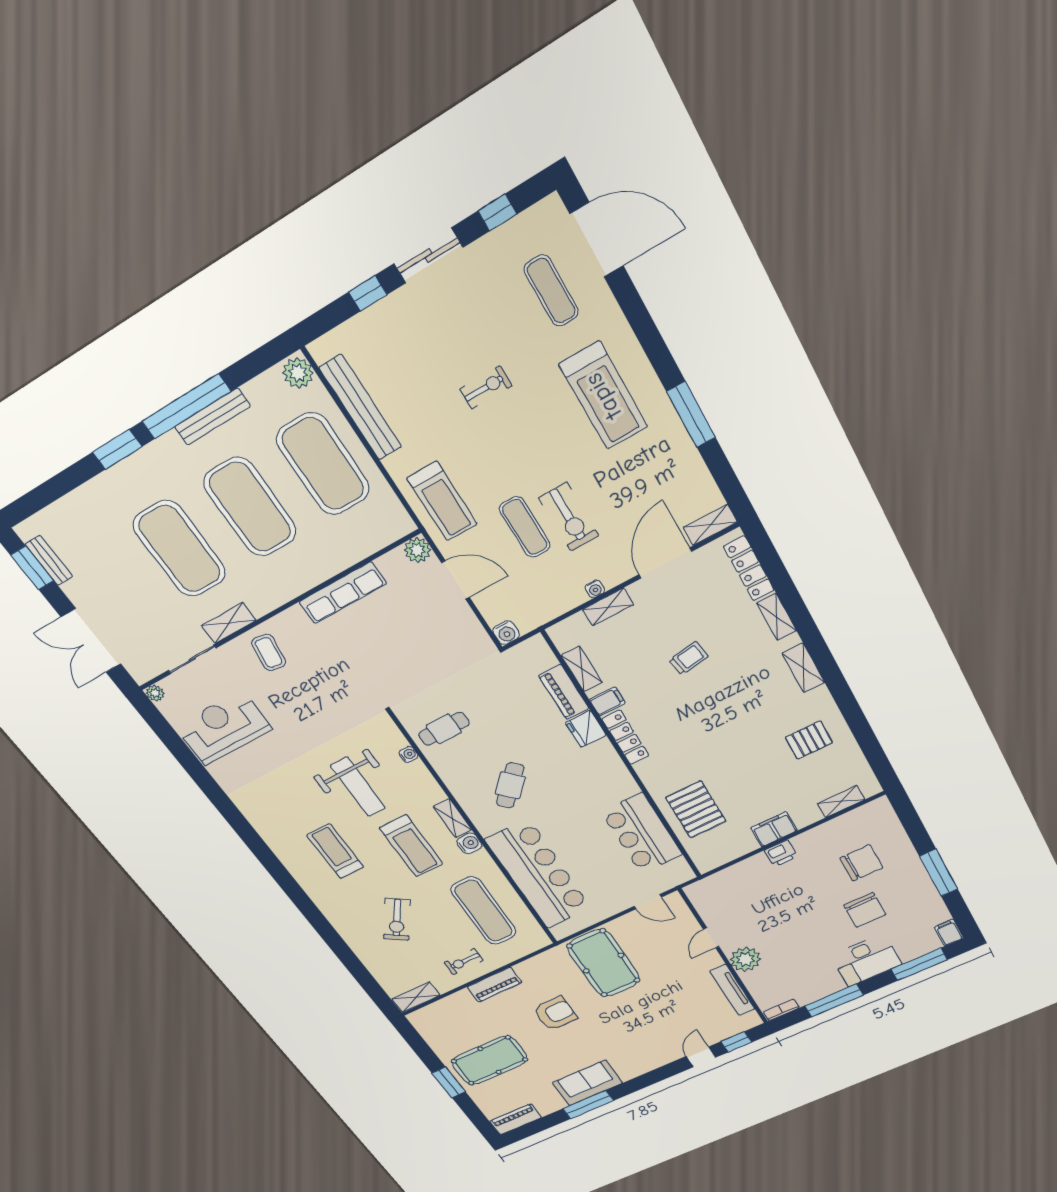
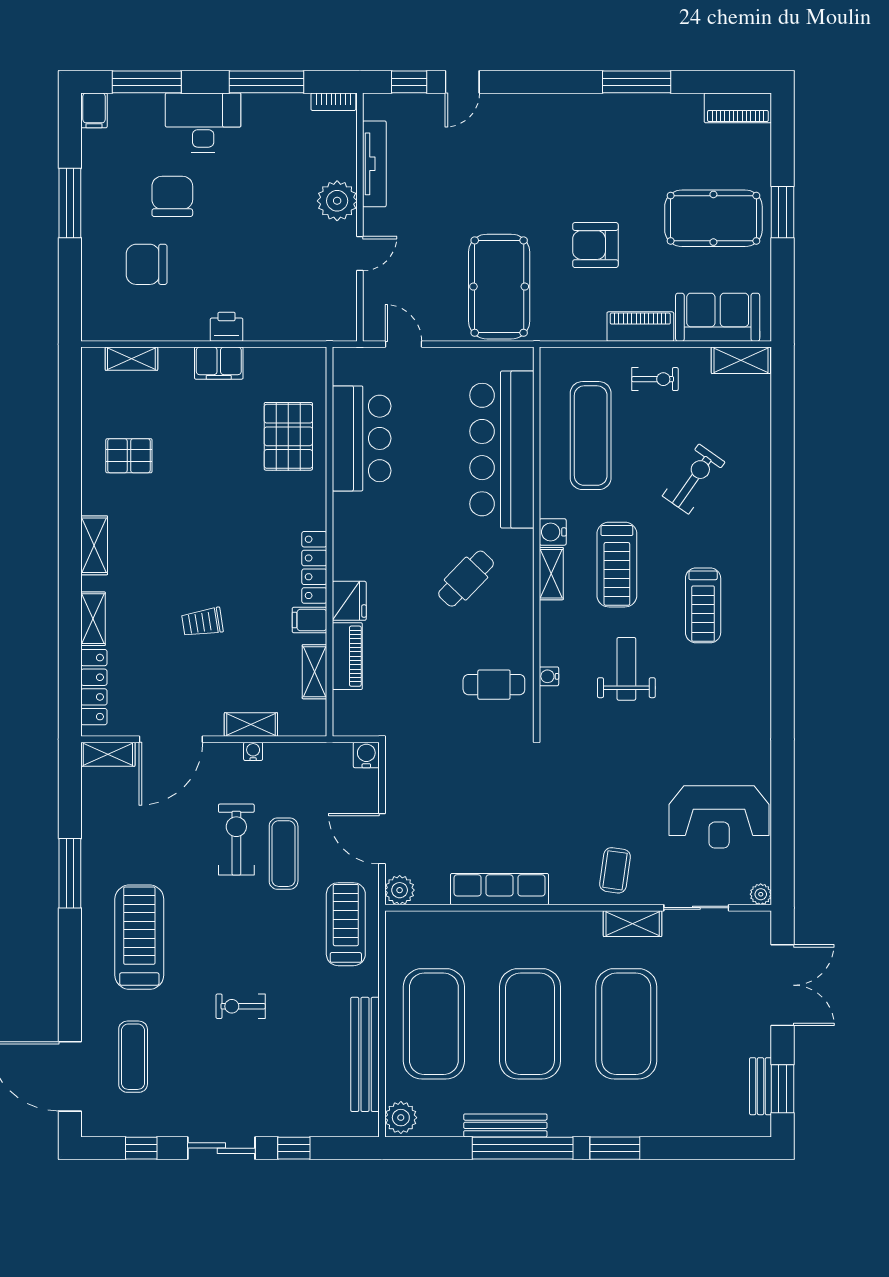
weight bench: (358, 787) -> (626, 669), width x0.73, depth x0.75
treadmill: (411, 846) -> (617, 565), turned 180
sofa: (587, 1083) -> (718, 317), moved, turned 180

